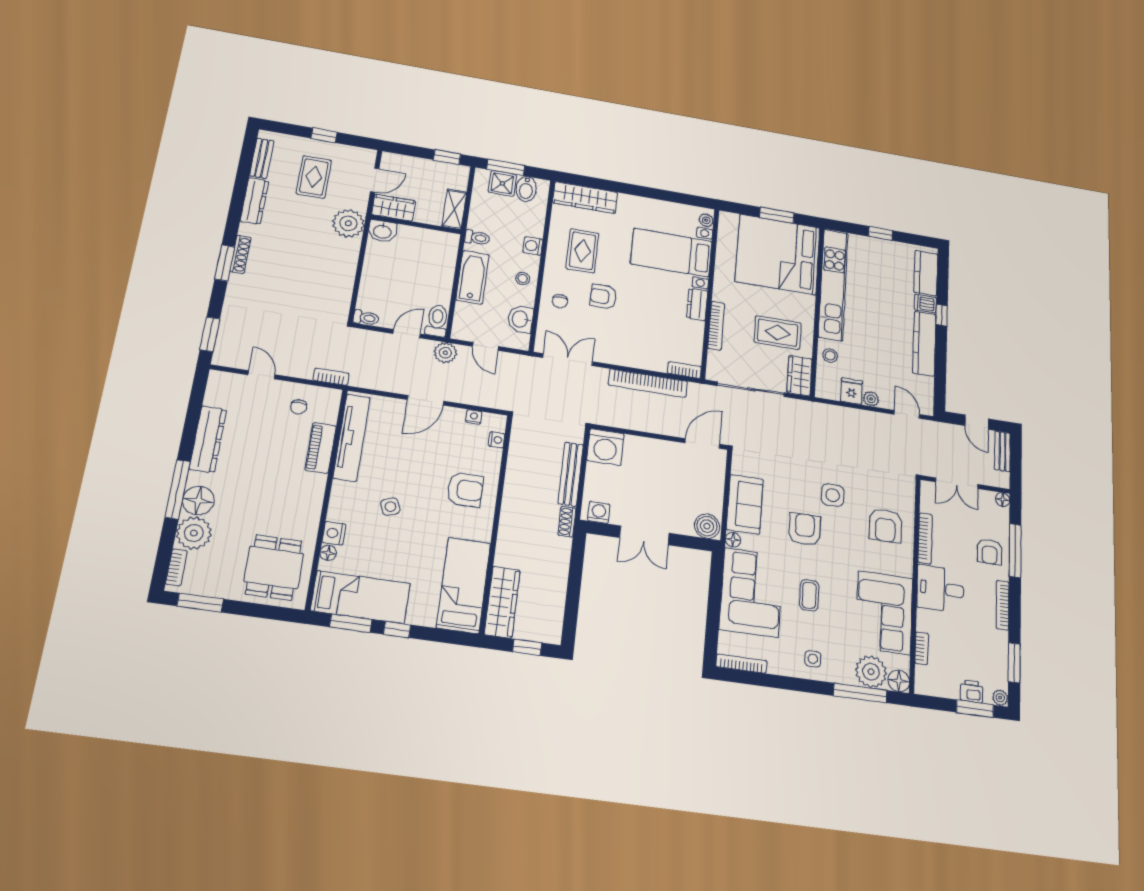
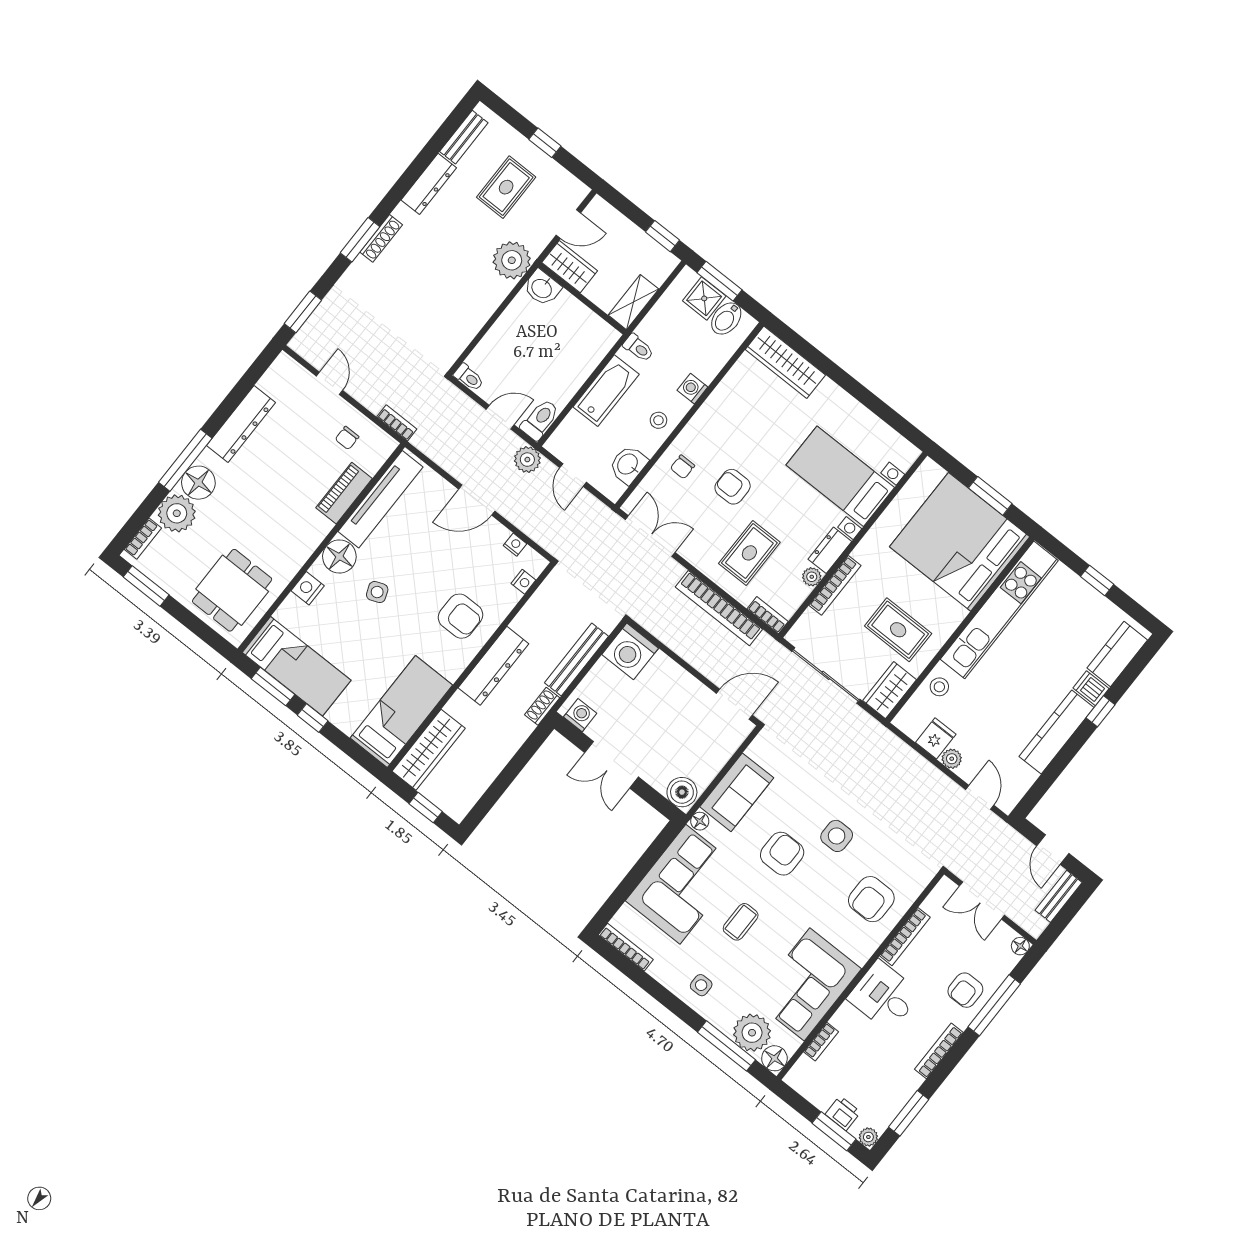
plant: (706, 220) -> (812, 577), moved
rug: (582, 251) -> (749, 553), moved
dresser: (512, 512) -> (493, 666), added
floor lamp: (328, 553) -> (339, 557), moved, width x1.89, depth x1.89

